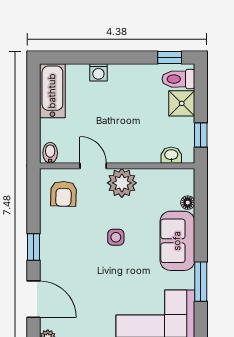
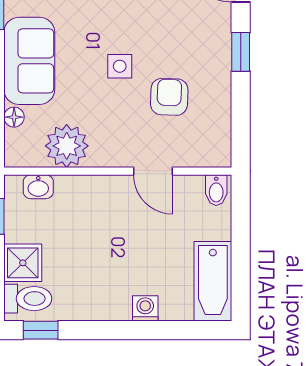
plant: (122, 183) -> (67, 146), moved
armchair: (64, 194) -> (169, 97), moved

